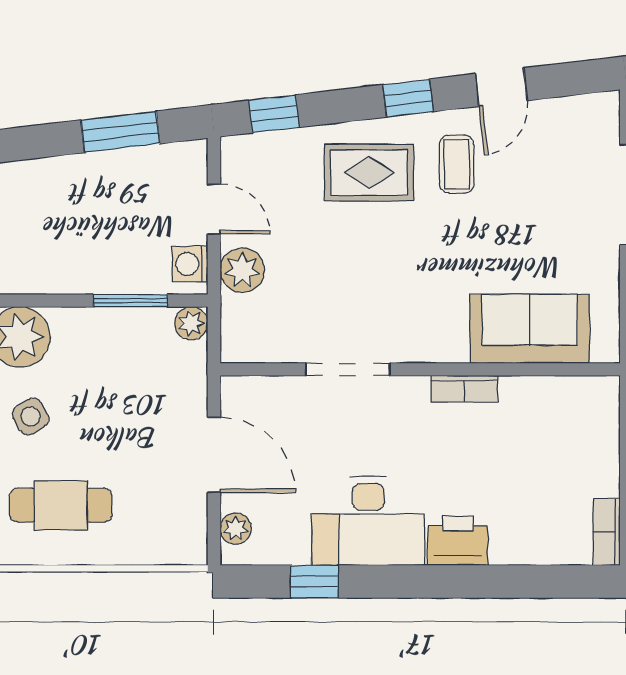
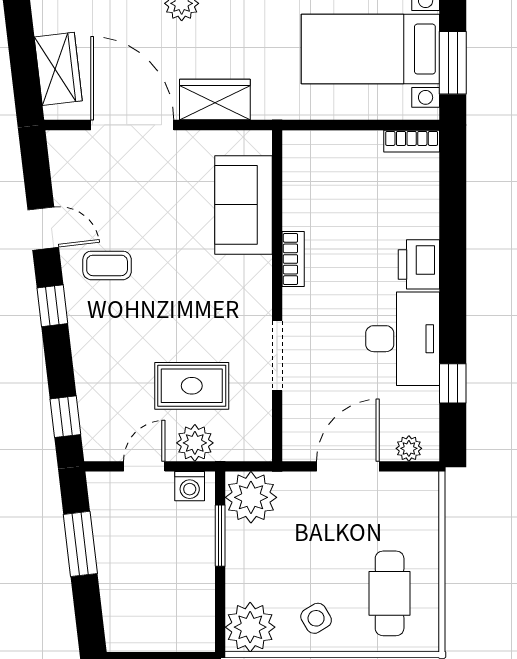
rug: (369, 173) -> (192, 386), moved, turned 90
plant: (191, 323) -> (251, 497), width x1.88, depth x1.88

